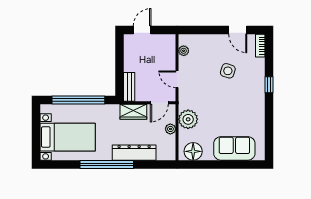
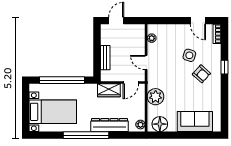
bench: (129, 87) -> (105, 58), moved
armchair: (242, 93) -> (201, 74), added
plant: (170, 129) -> (140, 125), moved

